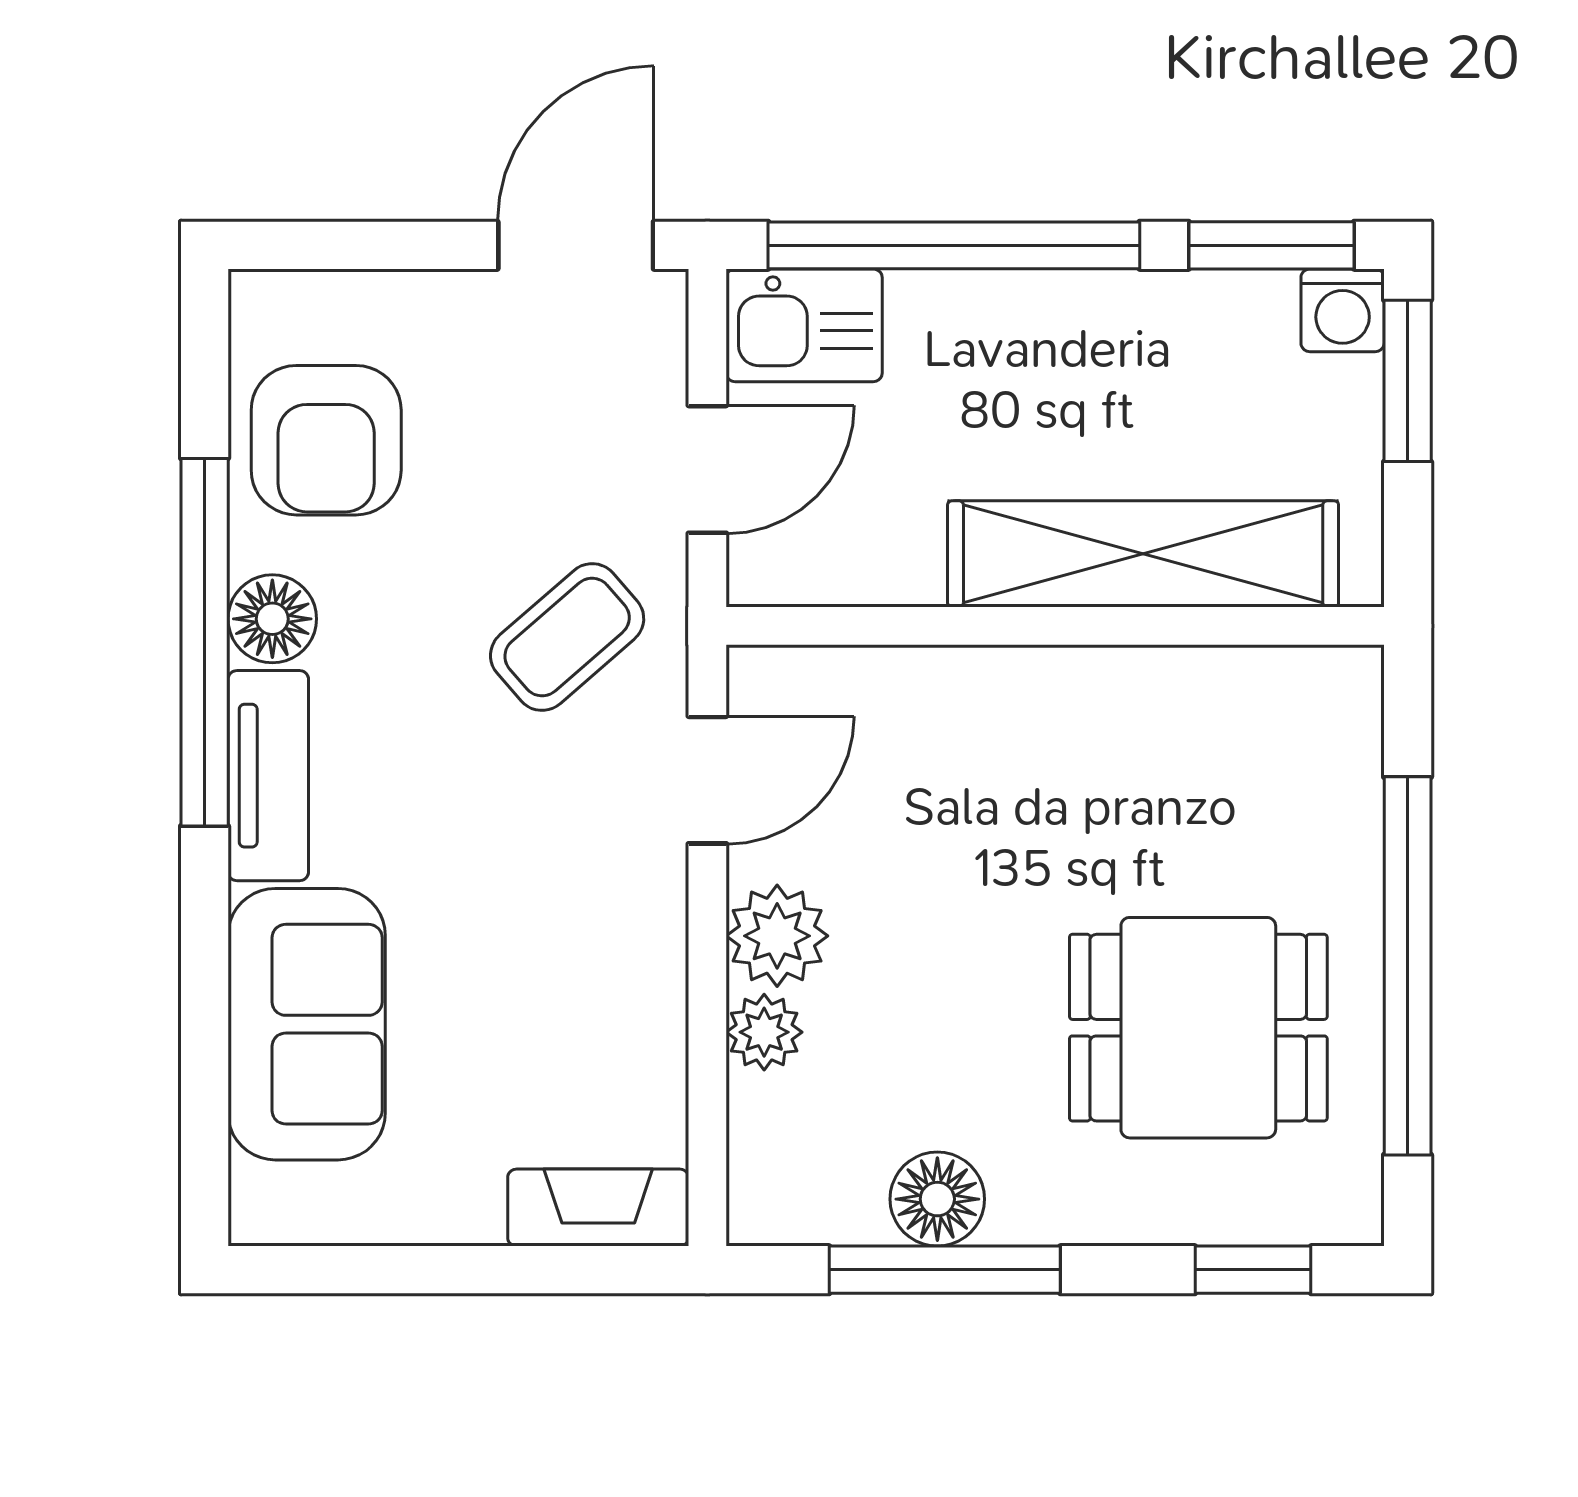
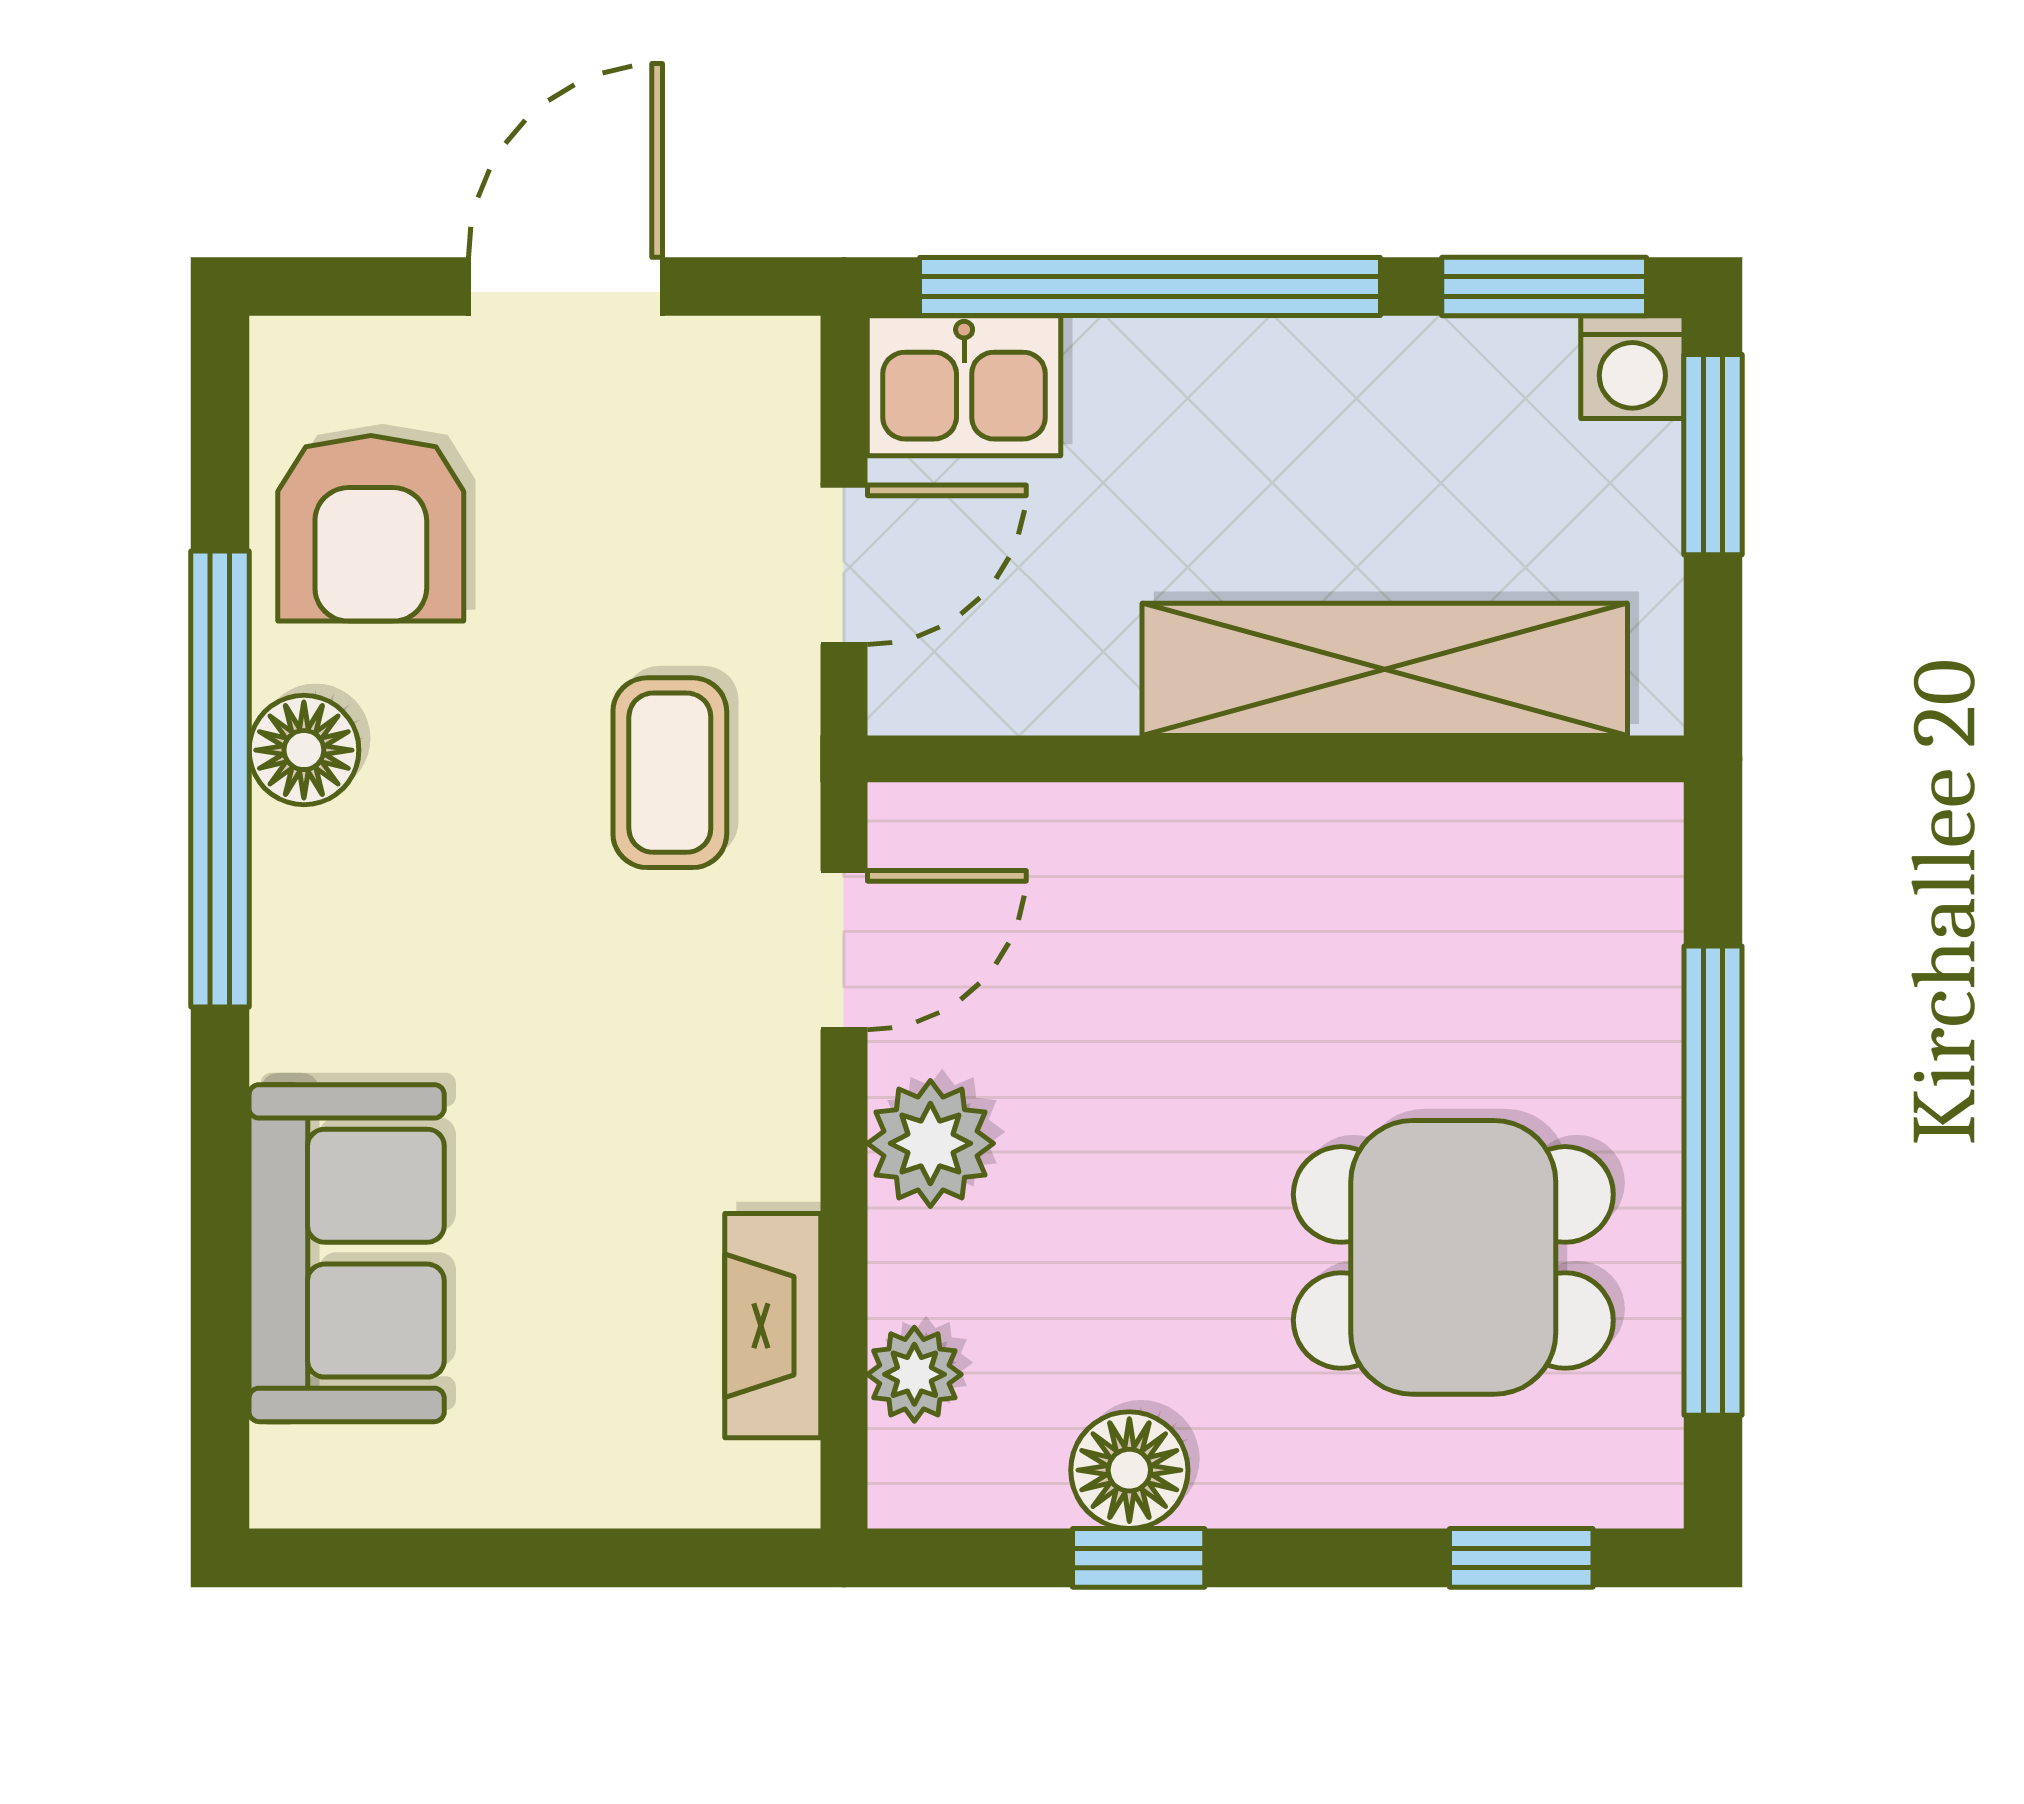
door: (576, 245) -> (566, 286), moved
coffee table: (567, 637) -> (670, 773), turned -49
tv unit: (268, 776) -> (299, 945), removed
plant: (764, 1032) -> (914, 1374), moved
fireplace: (598, 1208) -> (773, 1326), moved, turned -90
window: (945, 1270) -> (1139, 1558), width x0.46

